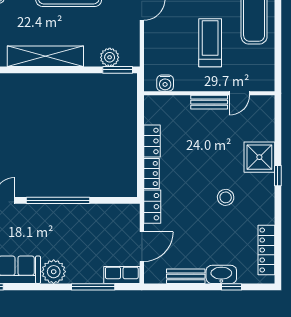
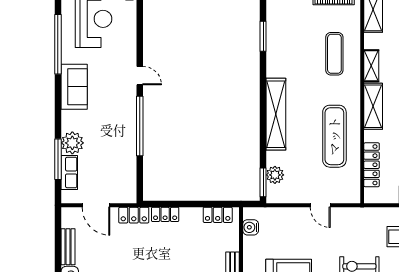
locker: (152, 141) -> (218, 215), moved
plant: (54, 272) -> (72, 143), moved
row of seats: (122, 275) -> (69, 172), moved

